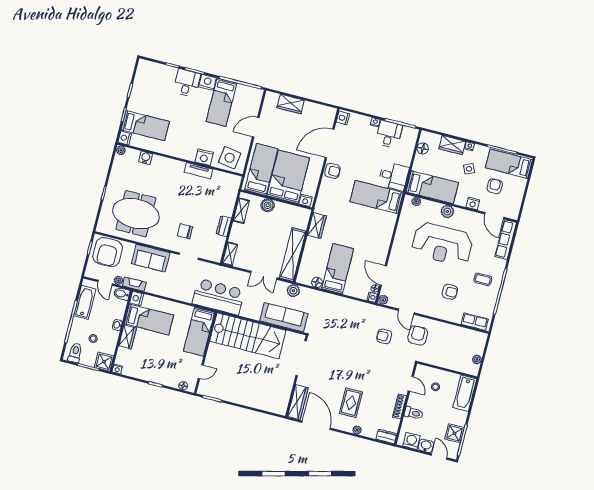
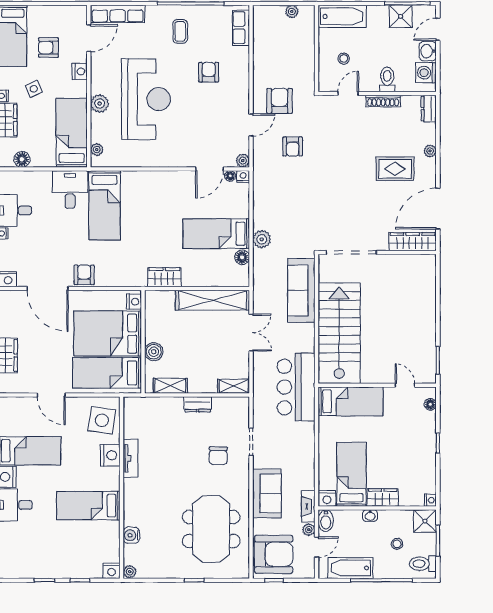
bed: (145, 126) -> (88, 506), moved, turned -90
plant: (293, 291) -> (262, 239), moved
armchair: (418, 335) -> (280, 101), turned 90

